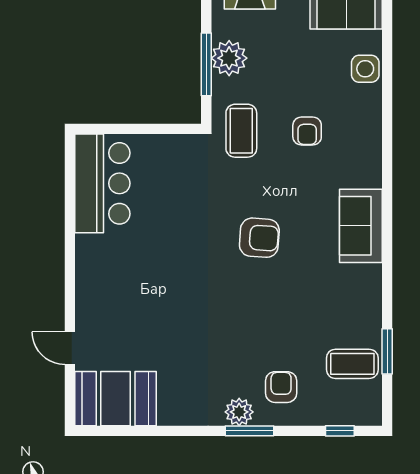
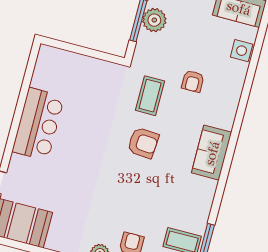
coffee table: (241, 131) -> (150, 96), moved
bar counter: (102, 183) -> (38, 124), moved

